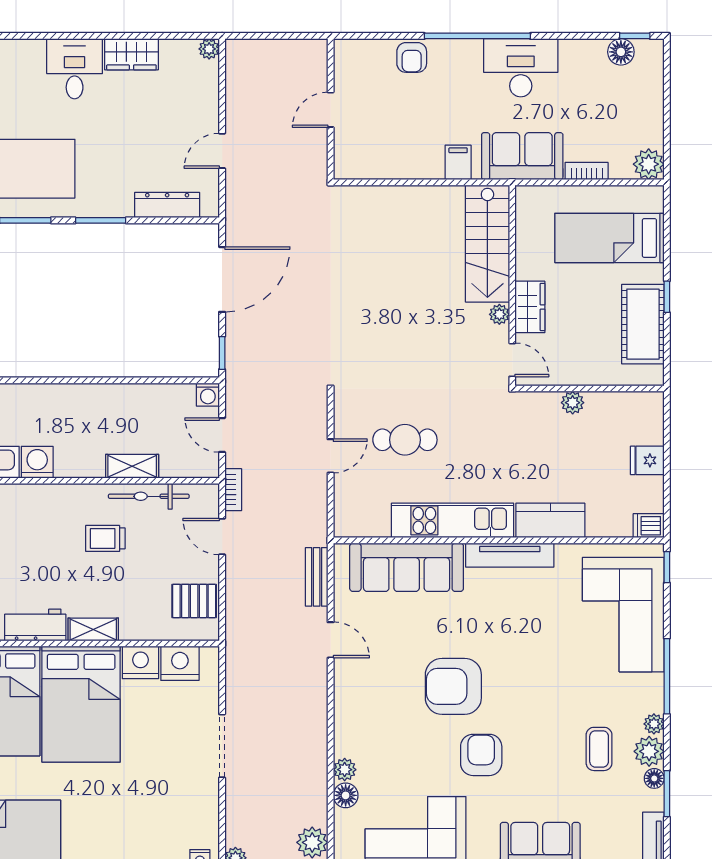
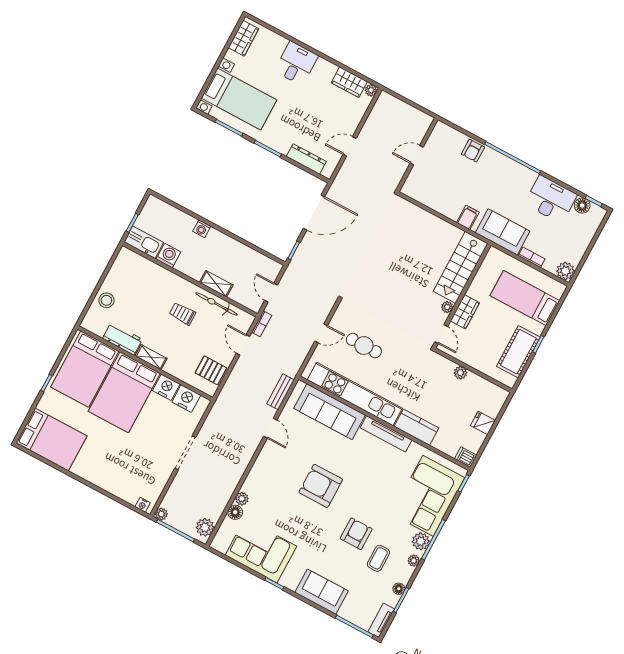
wardrobe: (131, 54) -> (349, 82), moved
desk: (521, 68) -> (551, 199), moved
washing machine: (208, 395) -> (202, 229), moved
kitchen unit: (453, 520) -> (355, 394), width x1.36
plant: (649, 751) -> (421, 541), moved
armchair: (481, 755) -> (356, 534), moved

